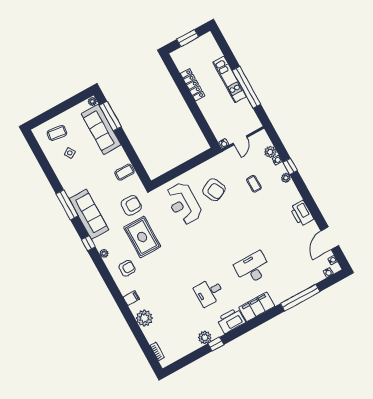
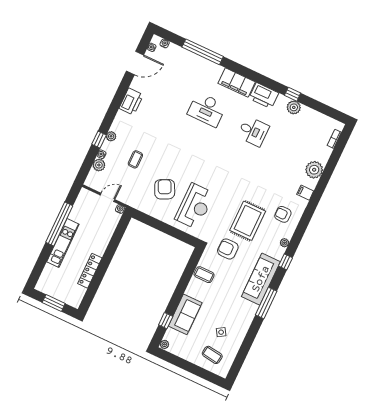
window: (110, 116) -> (166, 321), width x0.46
sofa: (101, 129) -> (185, 314), width x0.73

